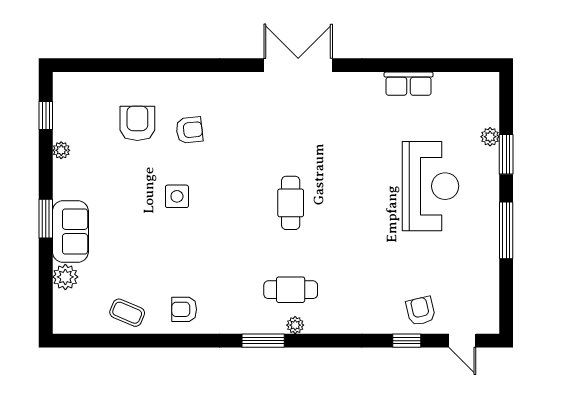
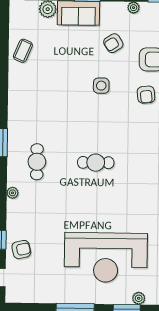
reception desk: (430, 186) -> (106, 257), width x1.36, depth x1.30
armchair: (184, 309) -> (113, 43), moved, turned -123
plant: (295, 325) -> (12, 193), moved

